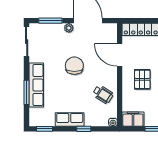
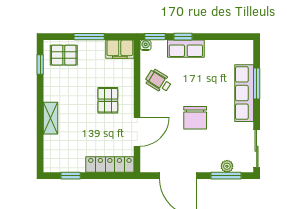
plant: (69, 28) -> (227, 166), moved
door: (120, 55) -> (137, 132), hinge flipped
row of seats: (70, 120) -> (186, 49), moved
window: (44, 129) -> (155, 37), moved

